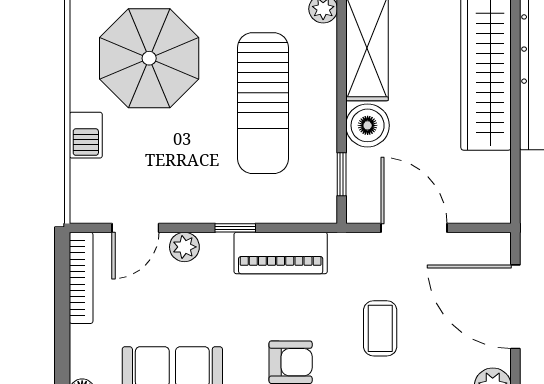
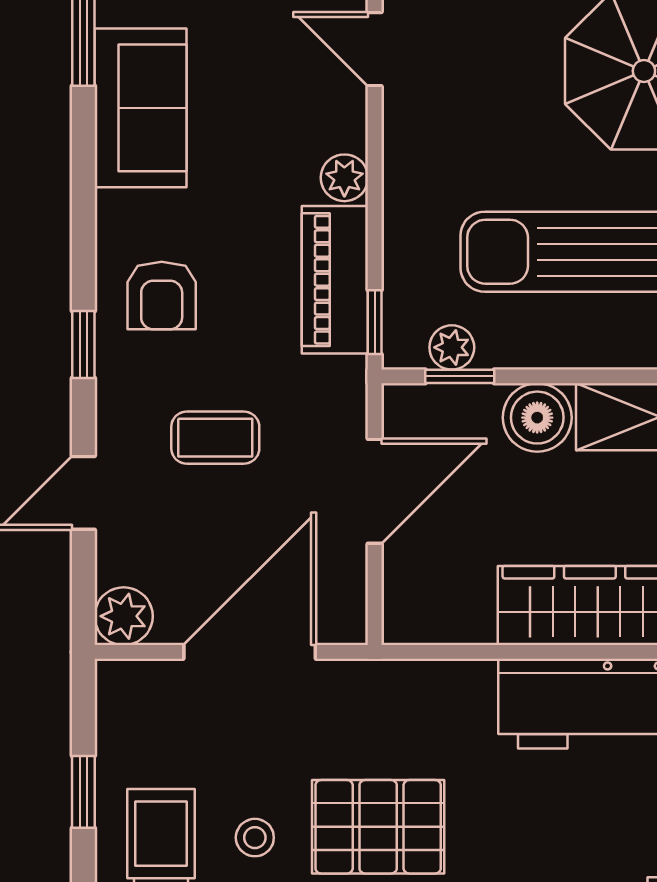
plant: (323, 179) -> (452, 347), added
window: (235, 228) -> (375, 322), moved
plant: (184, 247) -> (344, 178), moved

